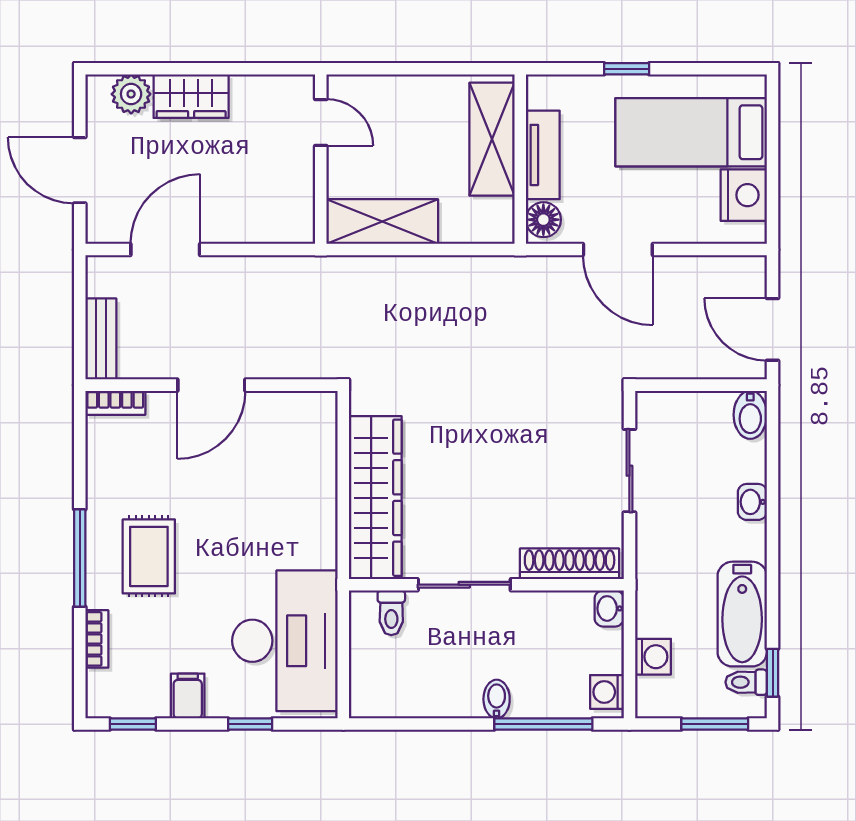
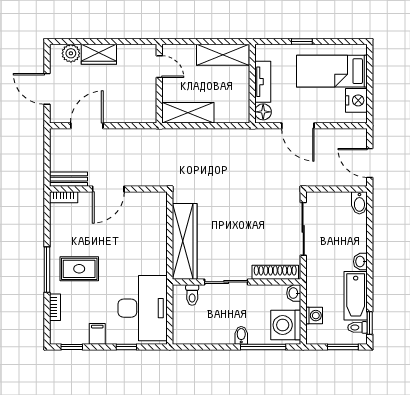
shelving: (492, 139) -> (223, 55), moved, turned 90
bench: (101, 339) -> (68, 179), moved, turned 90
sliding door: (629, 471) -> (303, 229), width x1.37
washbasin: (752, 502) -> (360, 262), moved
rug: (149, 556) -> (79, 269), turned 90
washing machine: (607, 692) -> (286, 325), width x1.89, depth x1.89

